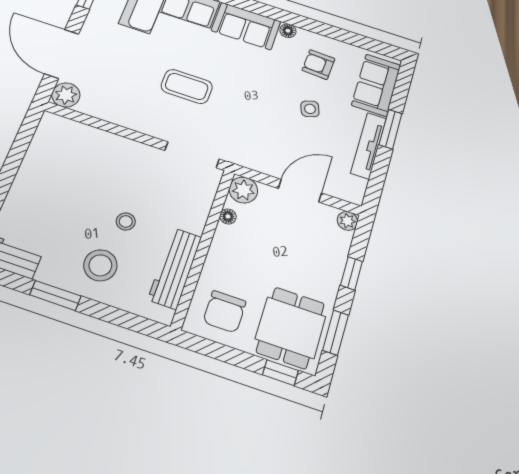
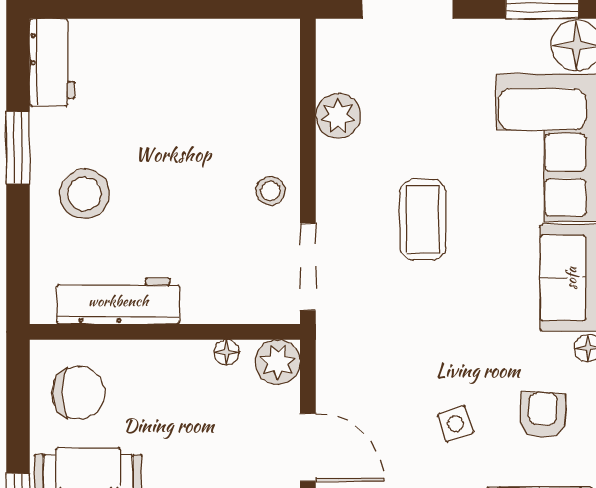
plant: (66, 95) -> (338, 116), moved
stool: (126, 221) -> (270, 191), moved
chair: (225, 312) -> (79, 393), turned 180

